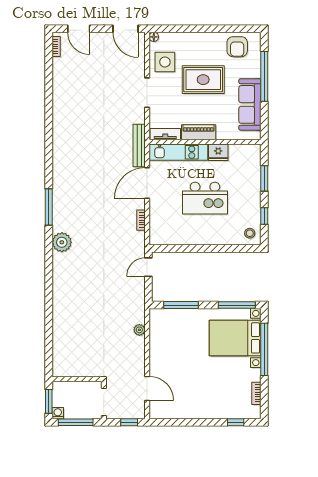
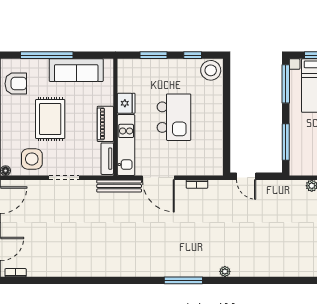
stool: (250, 233) -> (211, 70), width x1.89, depth x1.89
plant: (62, 242) -> (225, 271), width x0.53, depth x0.53

